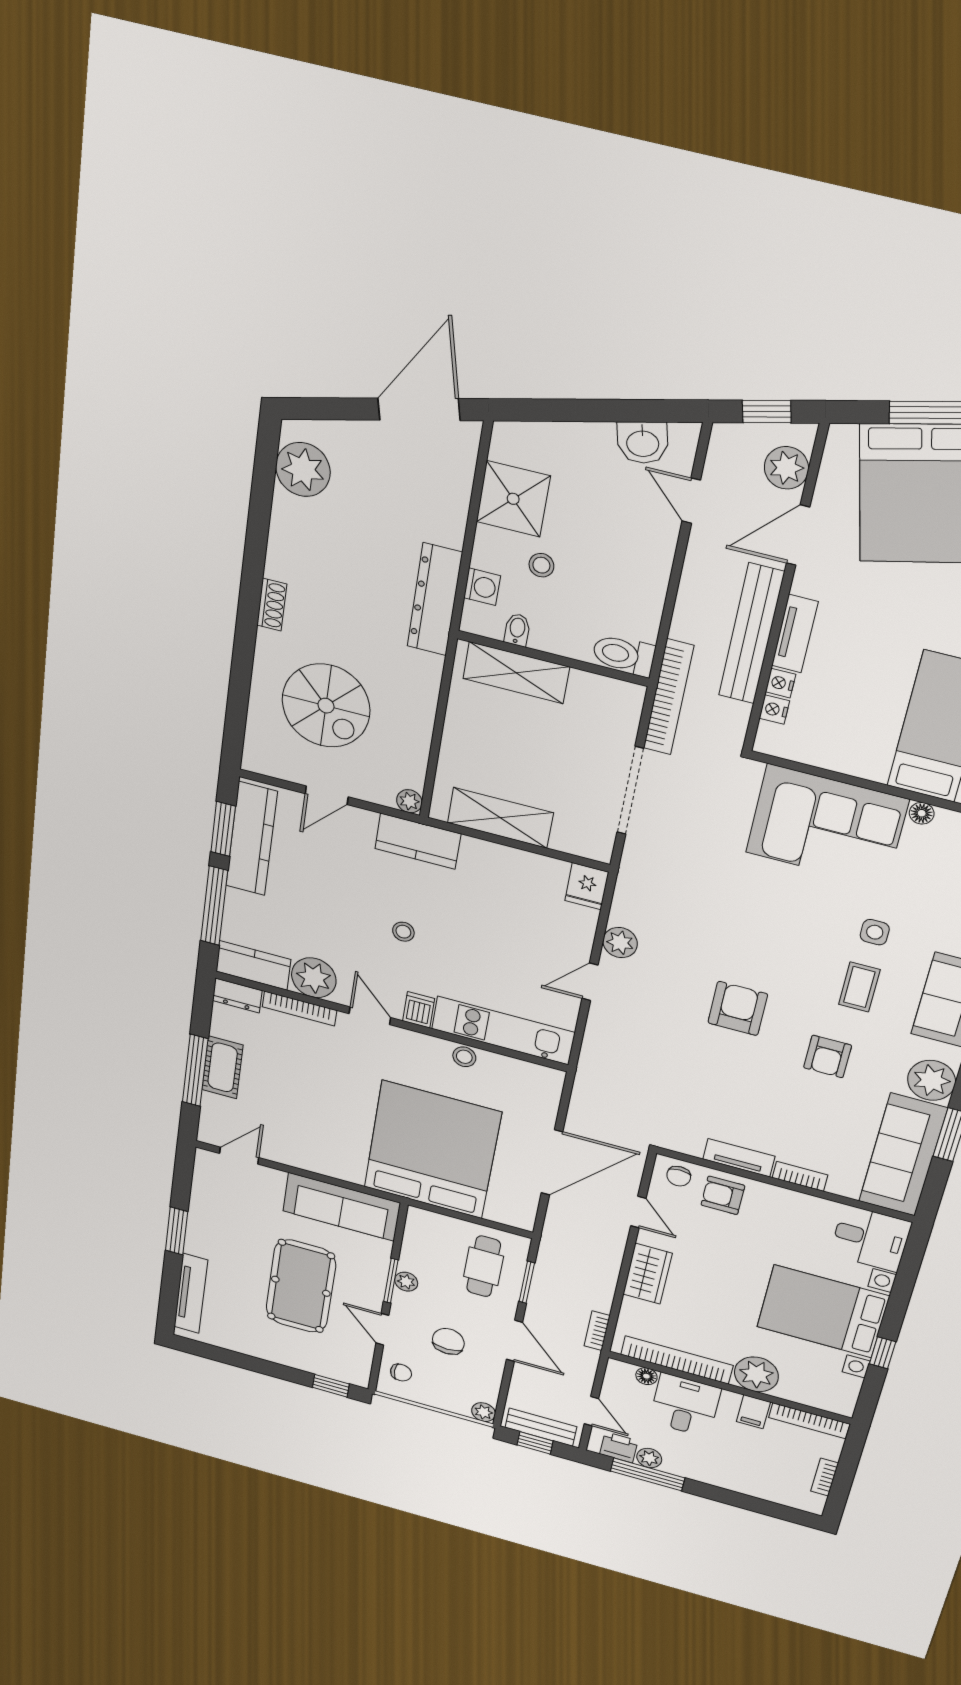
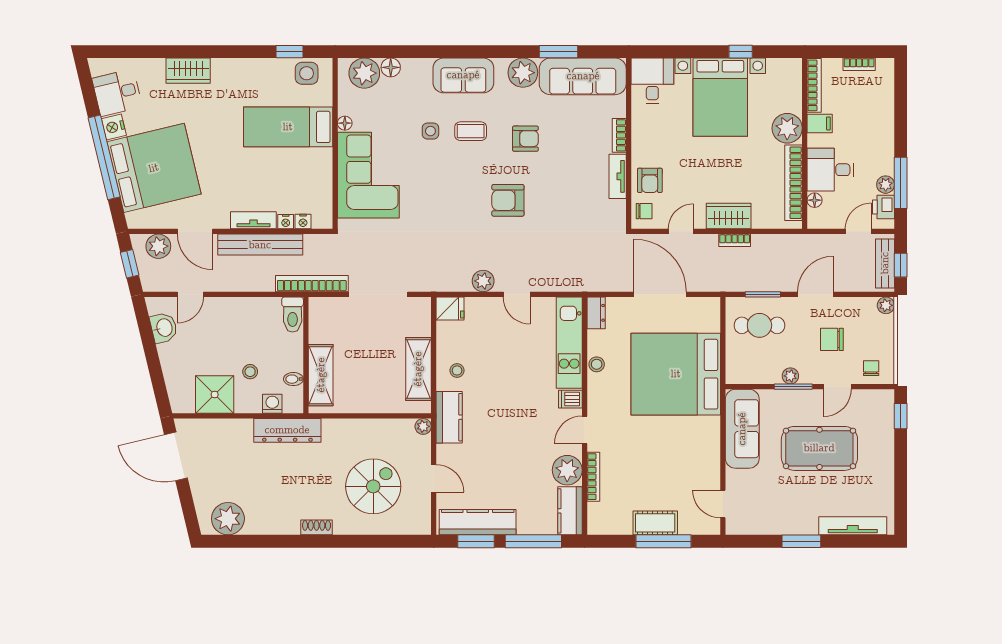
stool: (403, 932) -> (457, 370), moved
dresser: (237, 996) -> (596, 313), moved
bookcase: (597, 1331) -> (735, 240), moved

